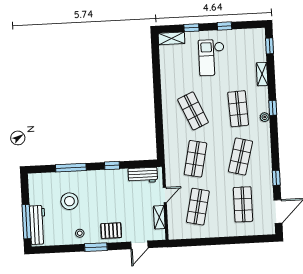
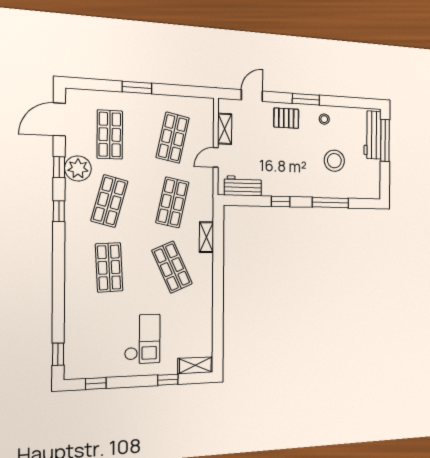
window: (224, 26) -> (96, 383), moved
shelving: (262, 74) -> (206, 237), moved
window: (273, 108) -> (59, 211), moved
plant: (265, 117) -> (78, 169), moved, width x1.88, depth x1.88
window: (226, 241) -> (137, 88), added

